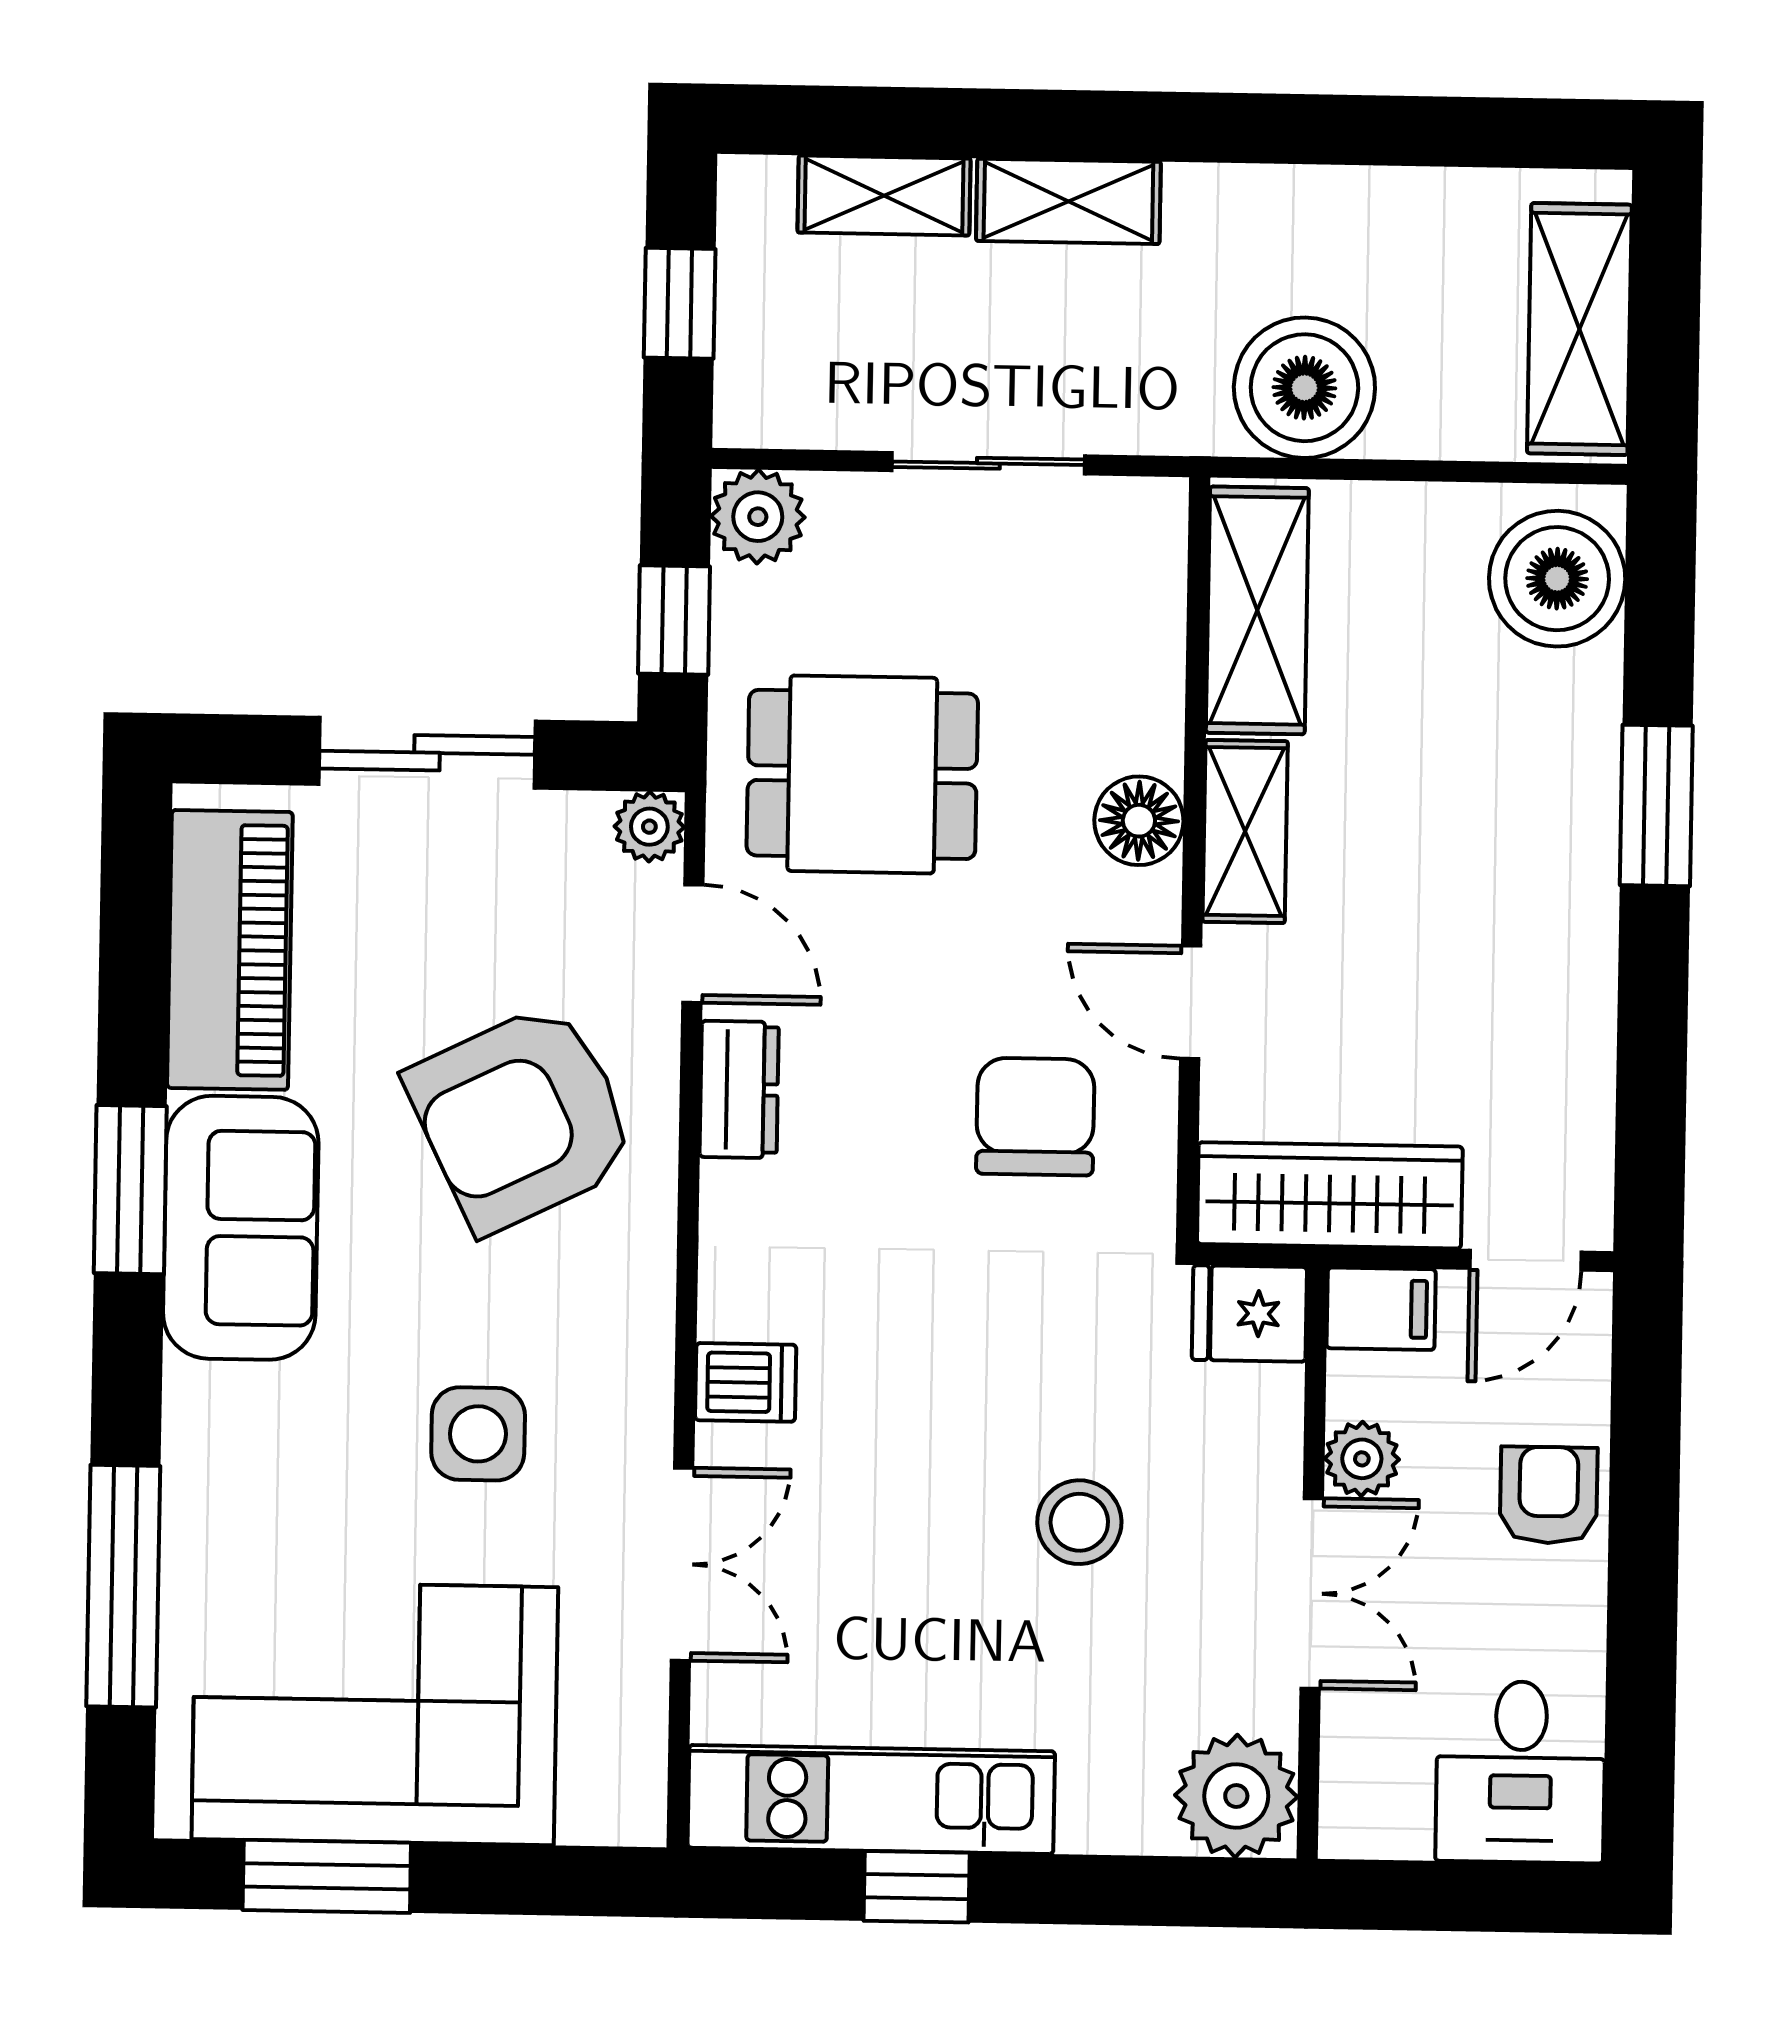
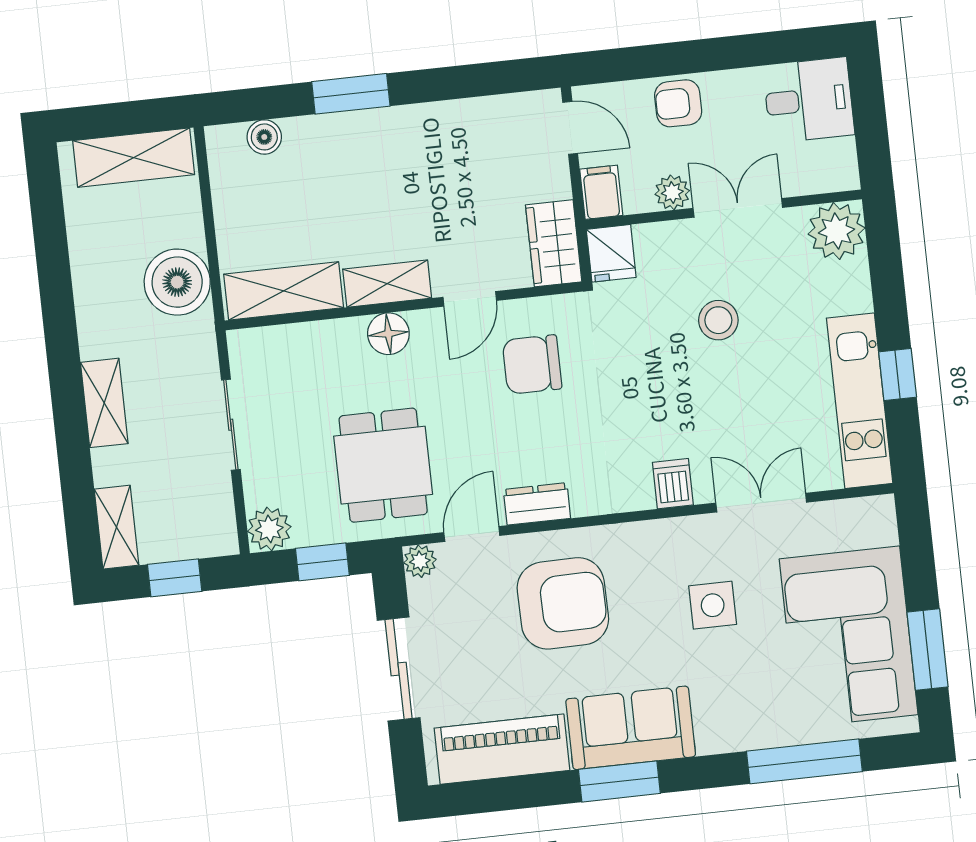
shelving: (884, 195) -> (117, 527), moved
boiler: (1557, 579) -> (264, 137), width x0.54, depth x0.54
armchair: (522, 1118) -> (563, 603), turned -65
wardrobe: (1330, 1195) -> (554, 243), width x0.67

